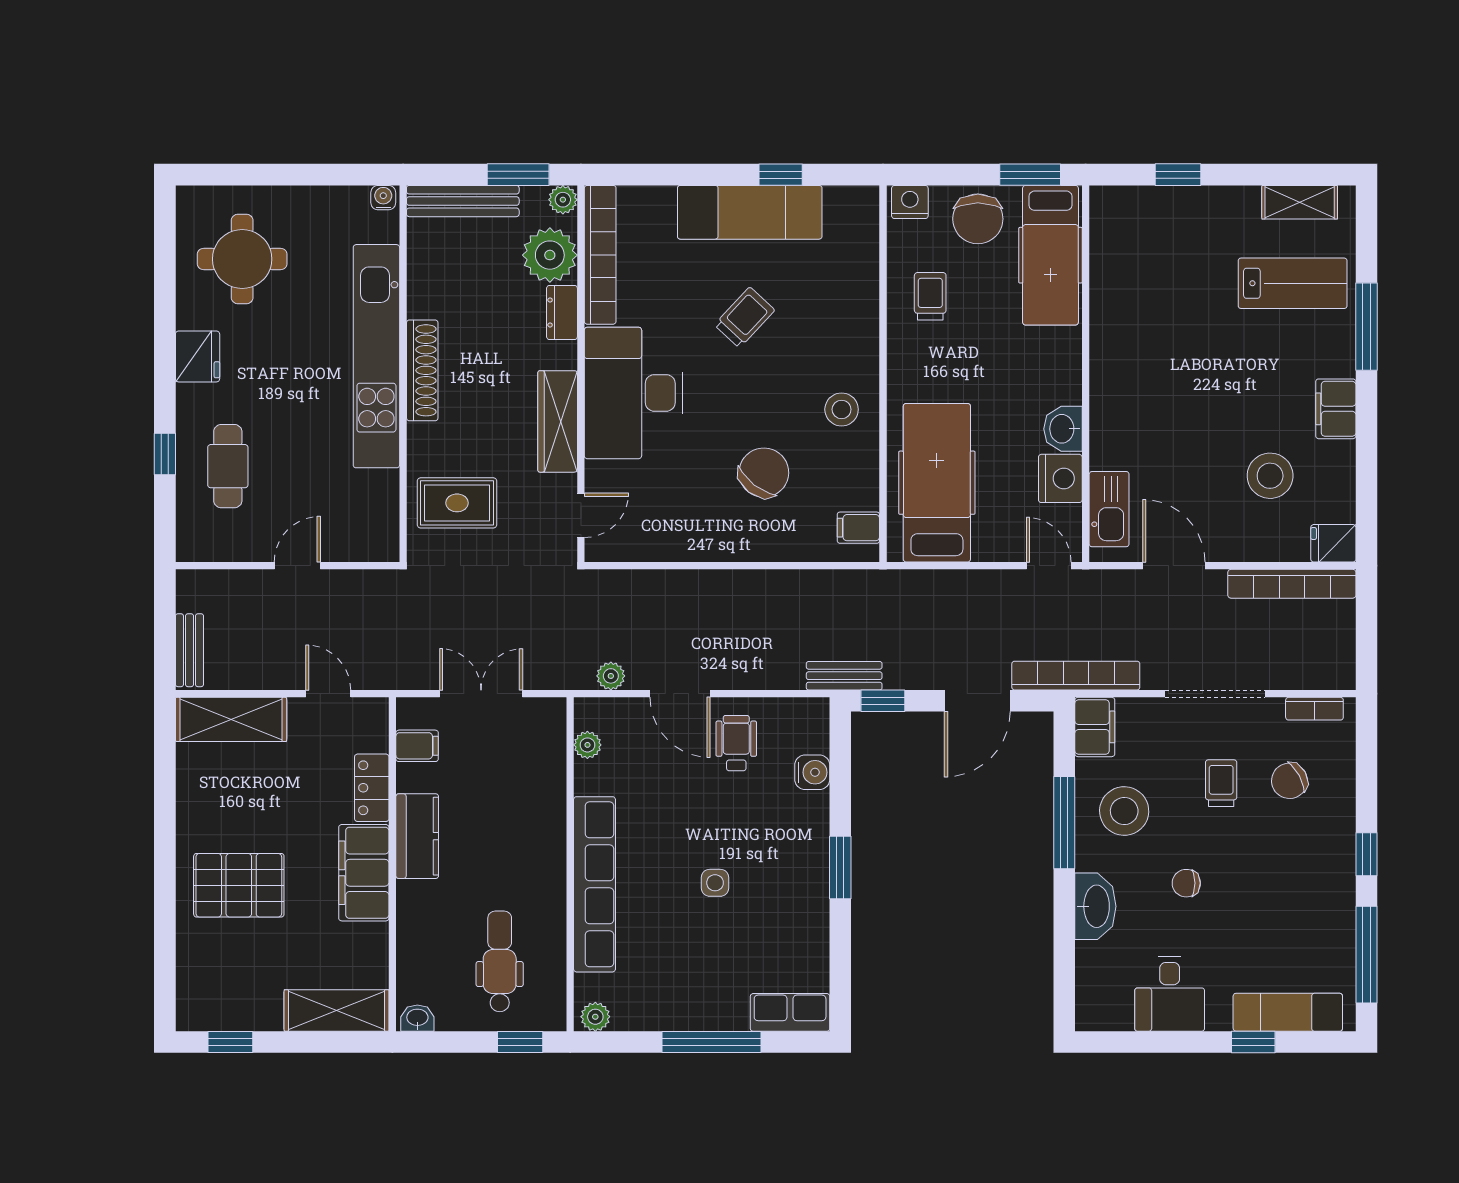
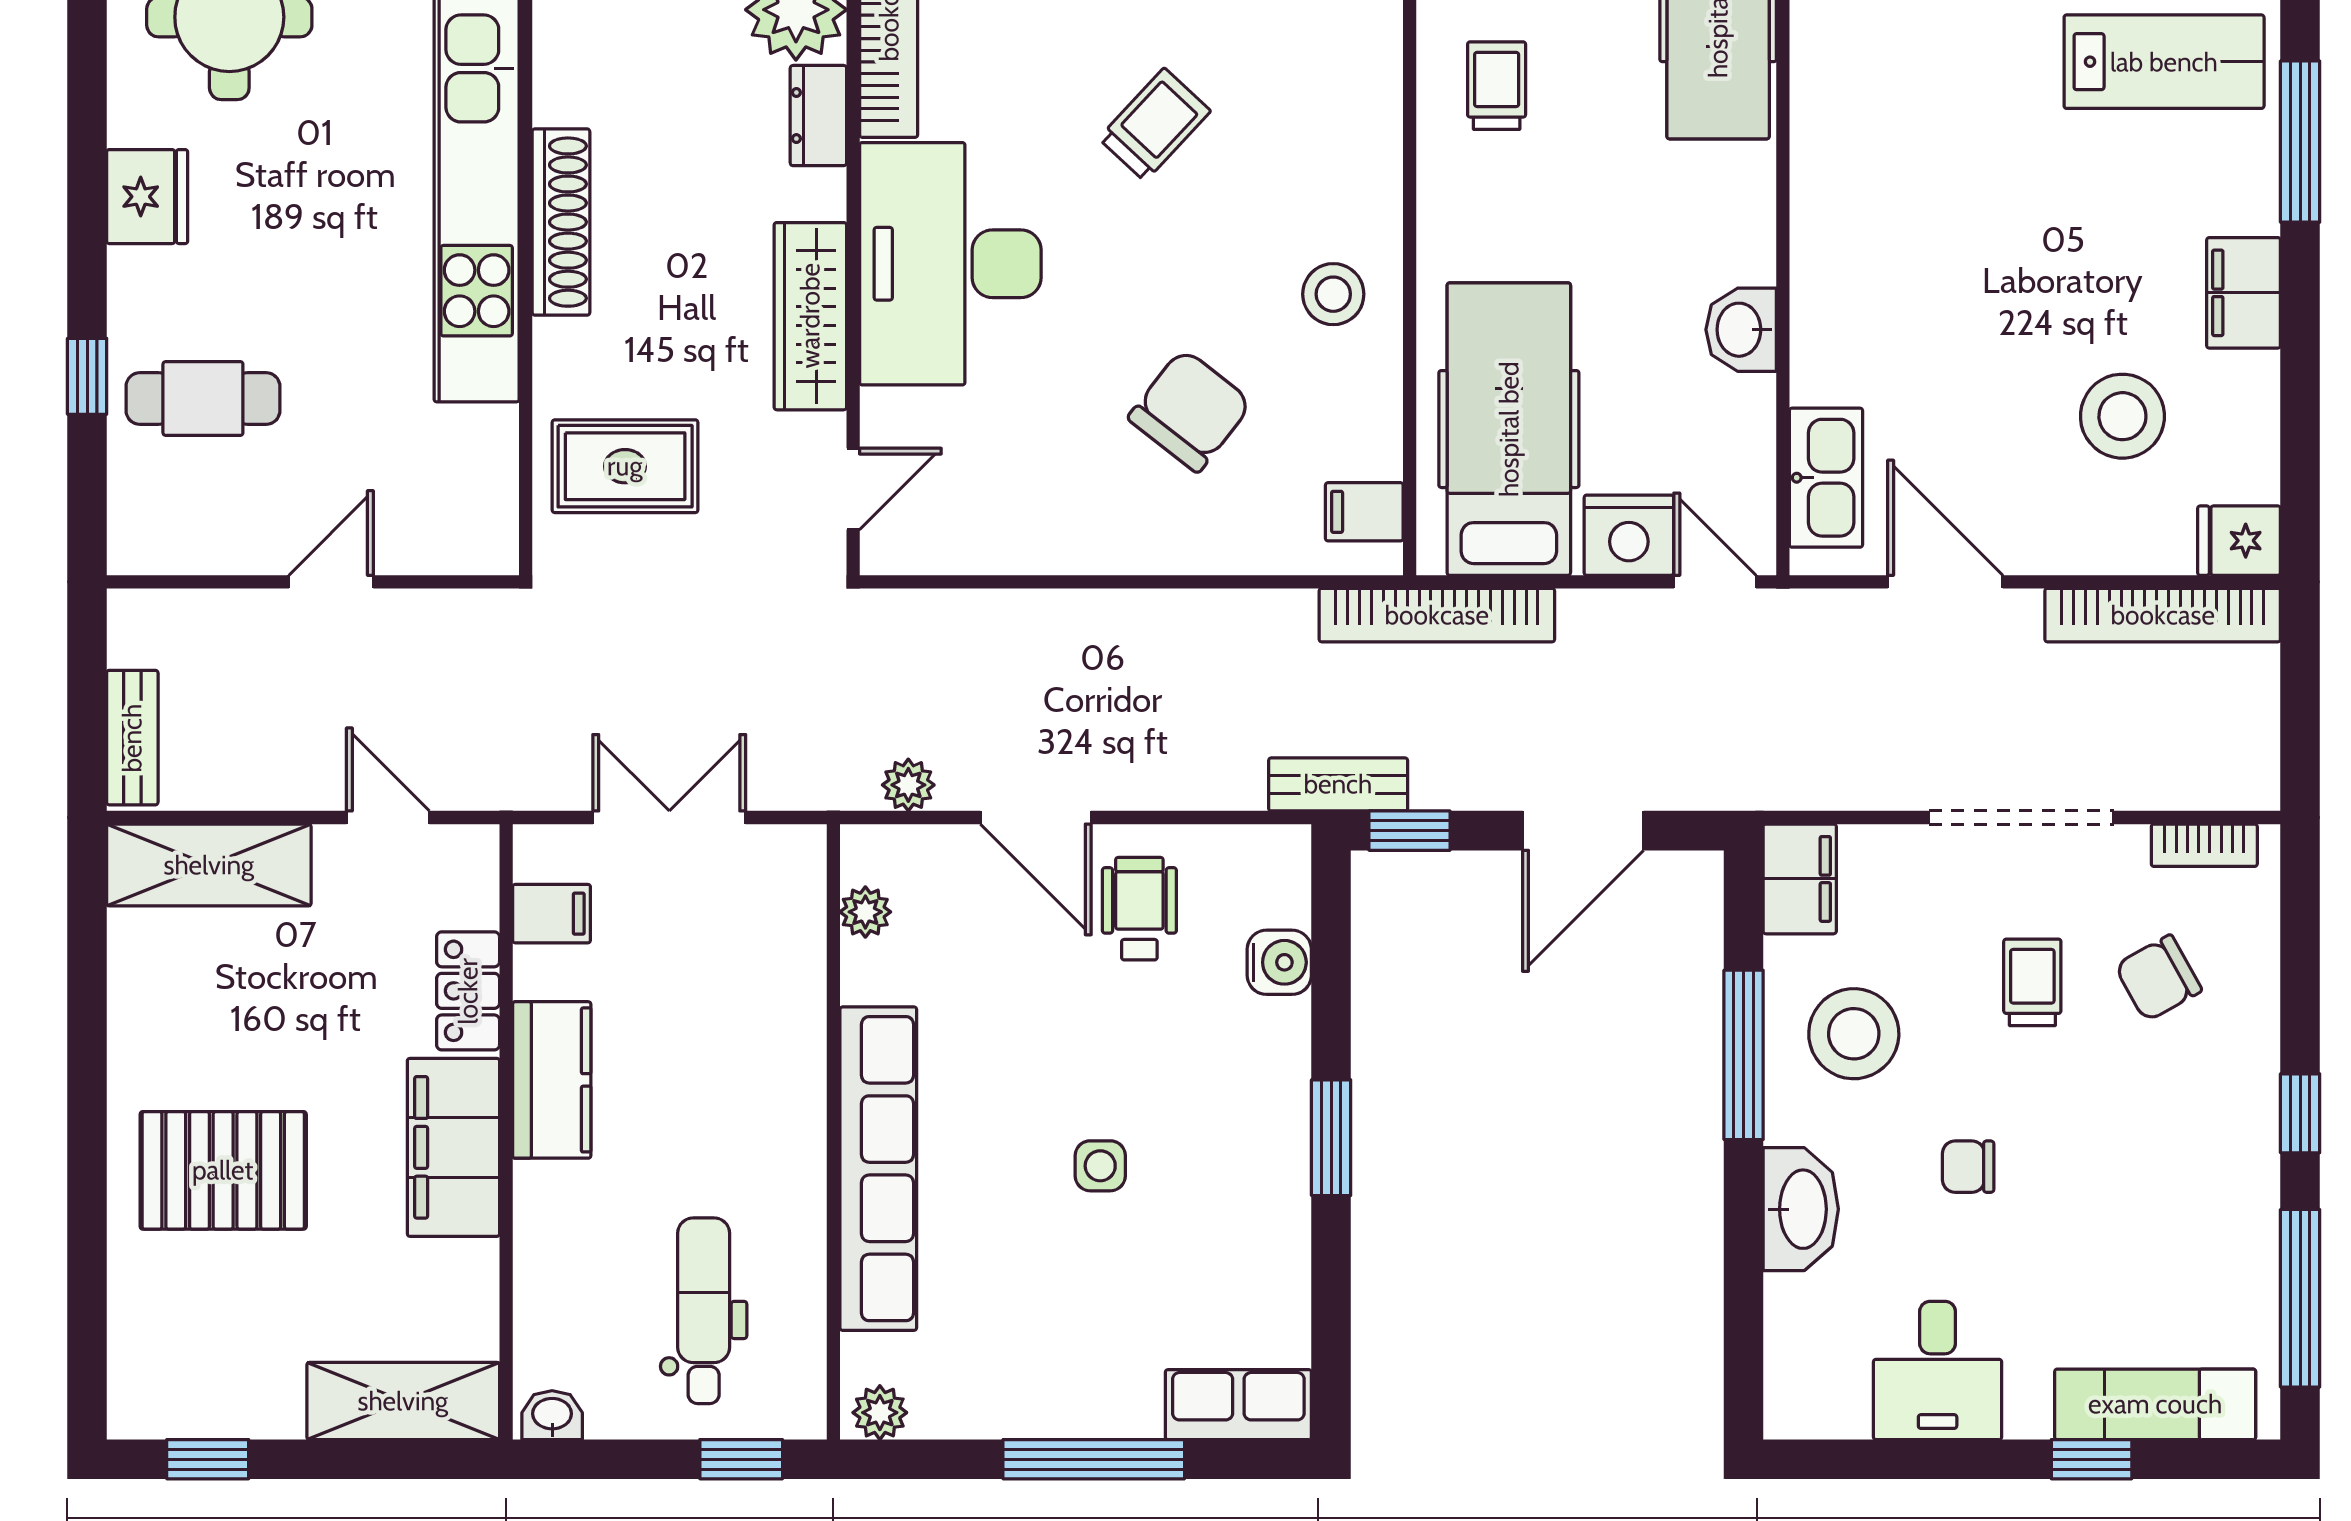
cafe table: (228, 466) -> (203, 399), turned 90
nightstand: (1060, 478) -> (1629, 535), moved, turned 90
bookcase: (1076, 676) -> (1437, 615), moved, turned 180

